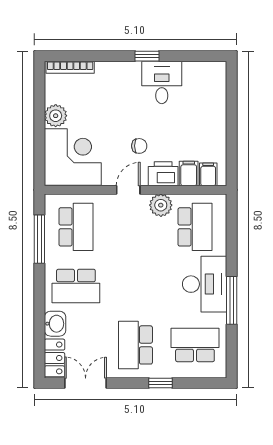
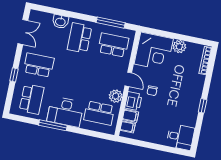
desk: (162, 82) -> (180, 137), moved
school desk: (76, 227) -> (113, 45), turned 180
locker: (54, 358) -> (41, 17), removed

